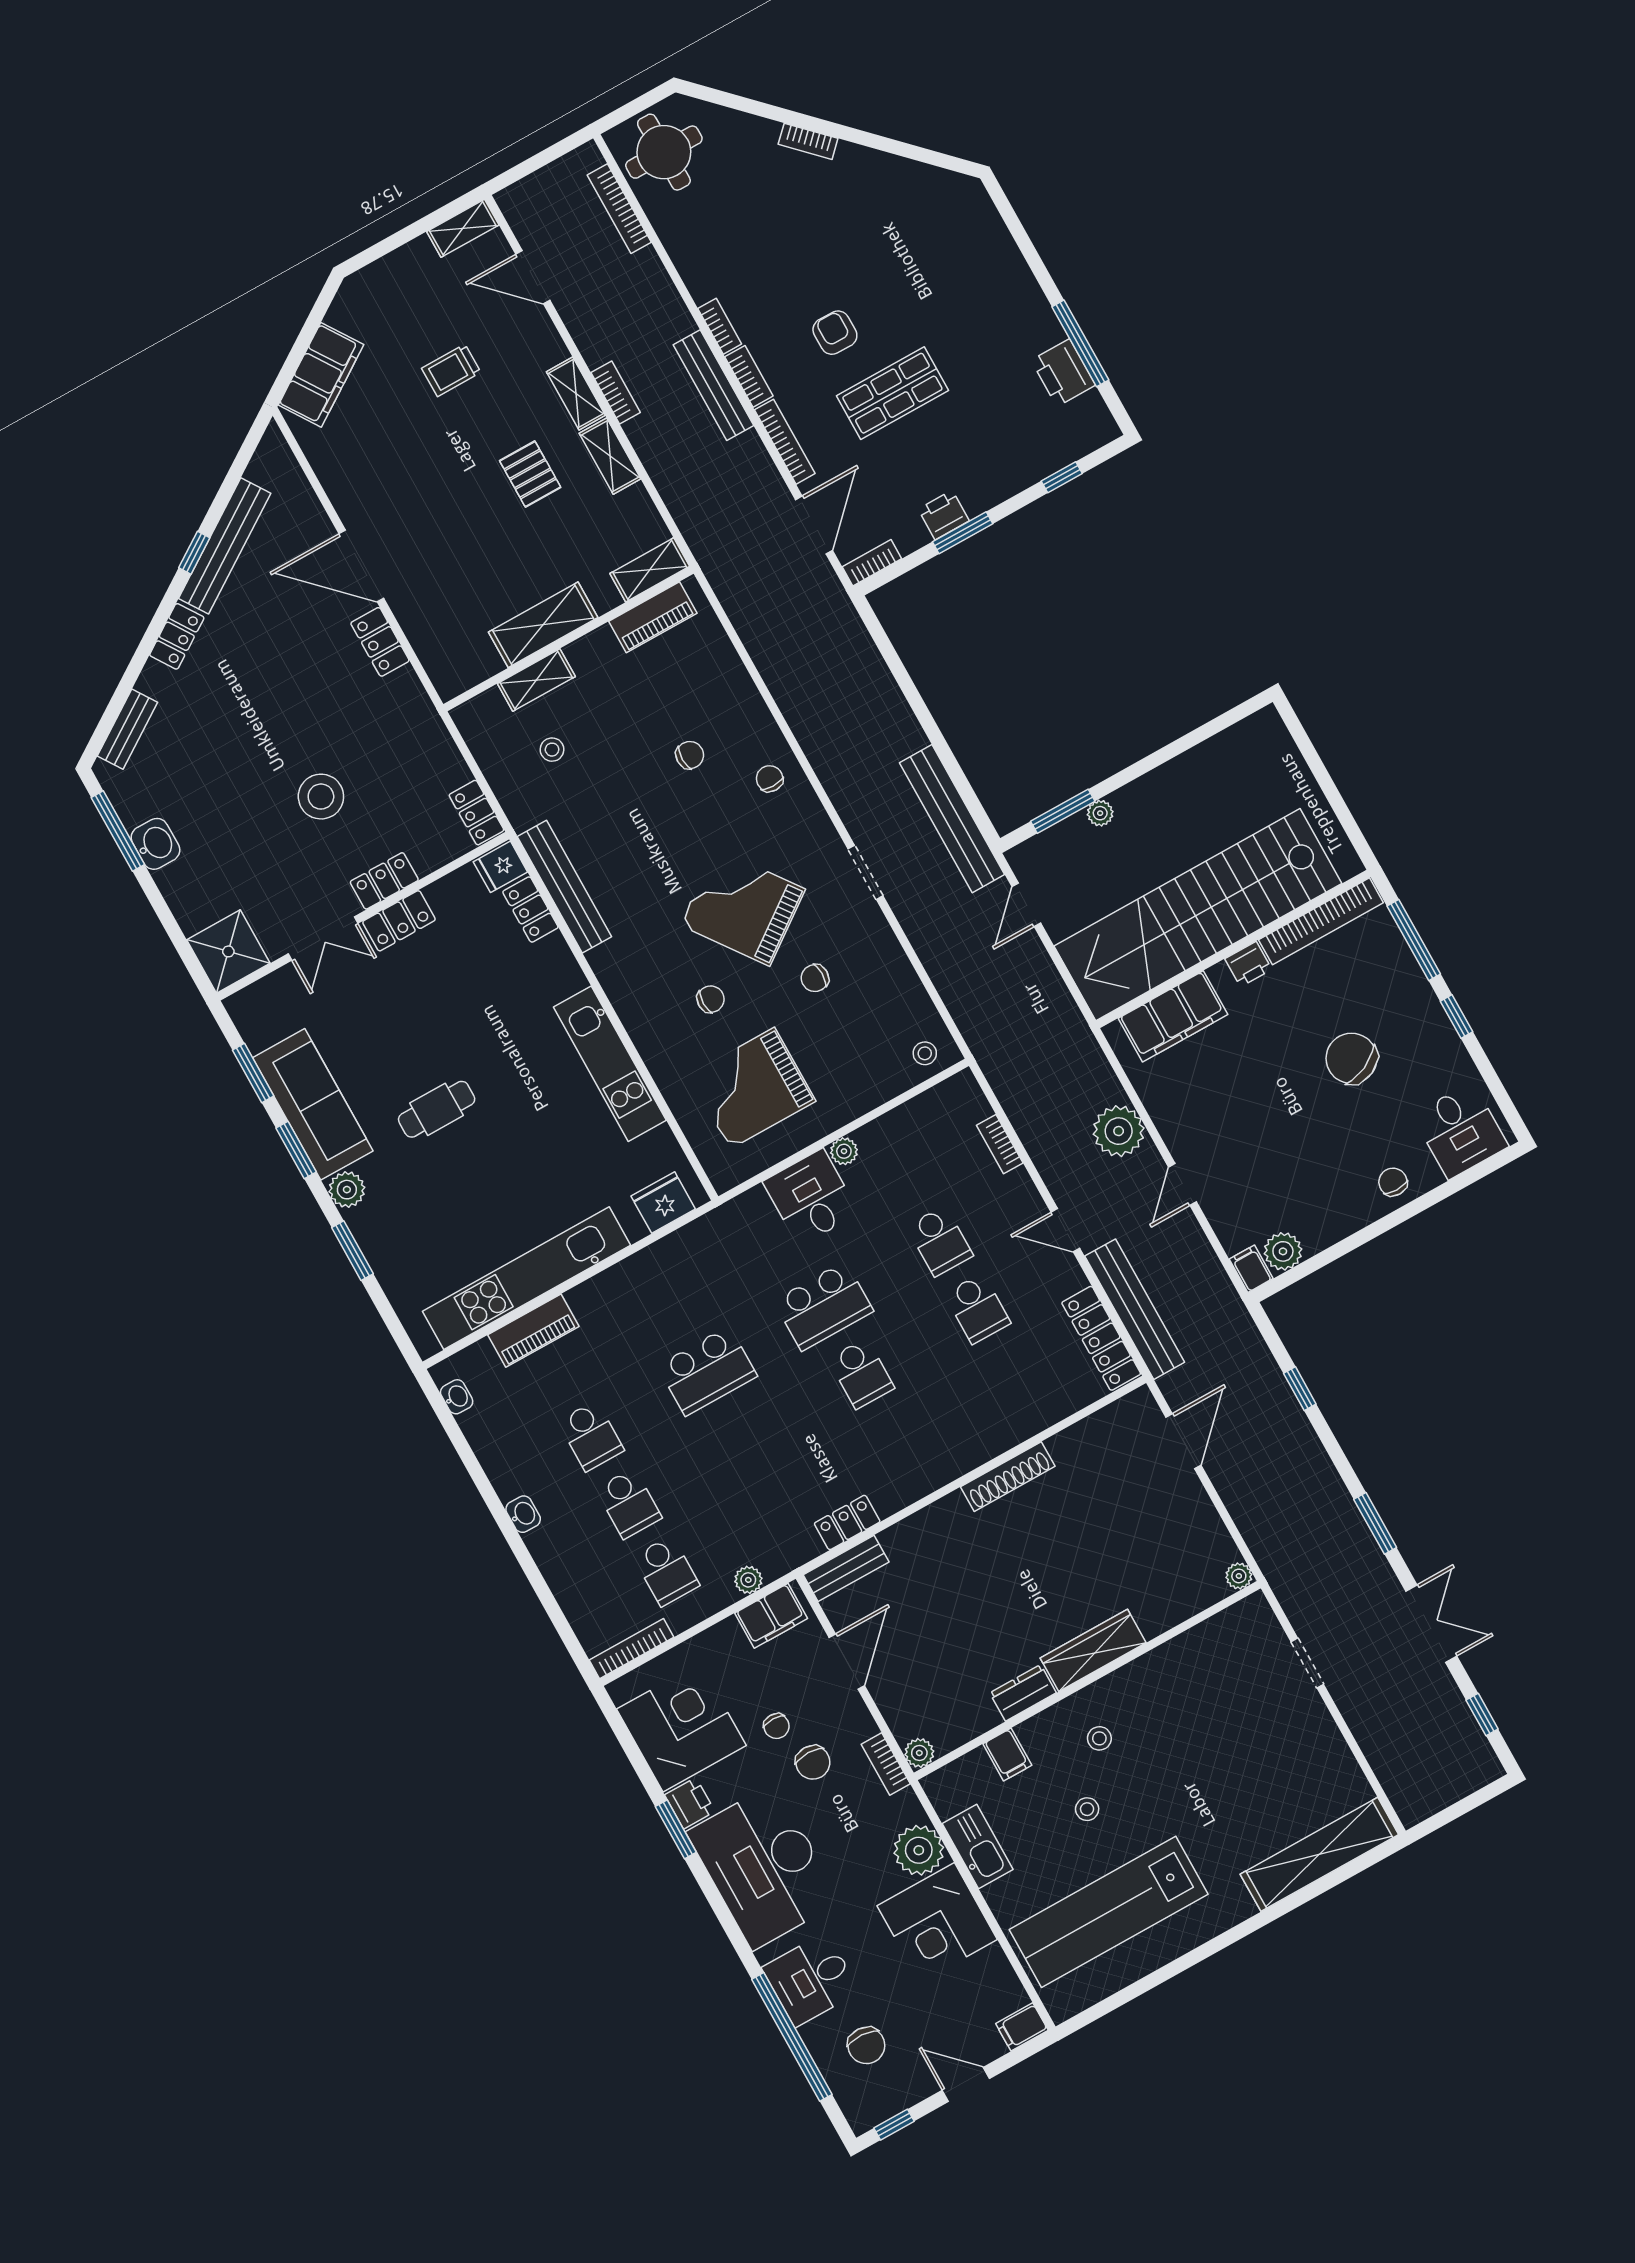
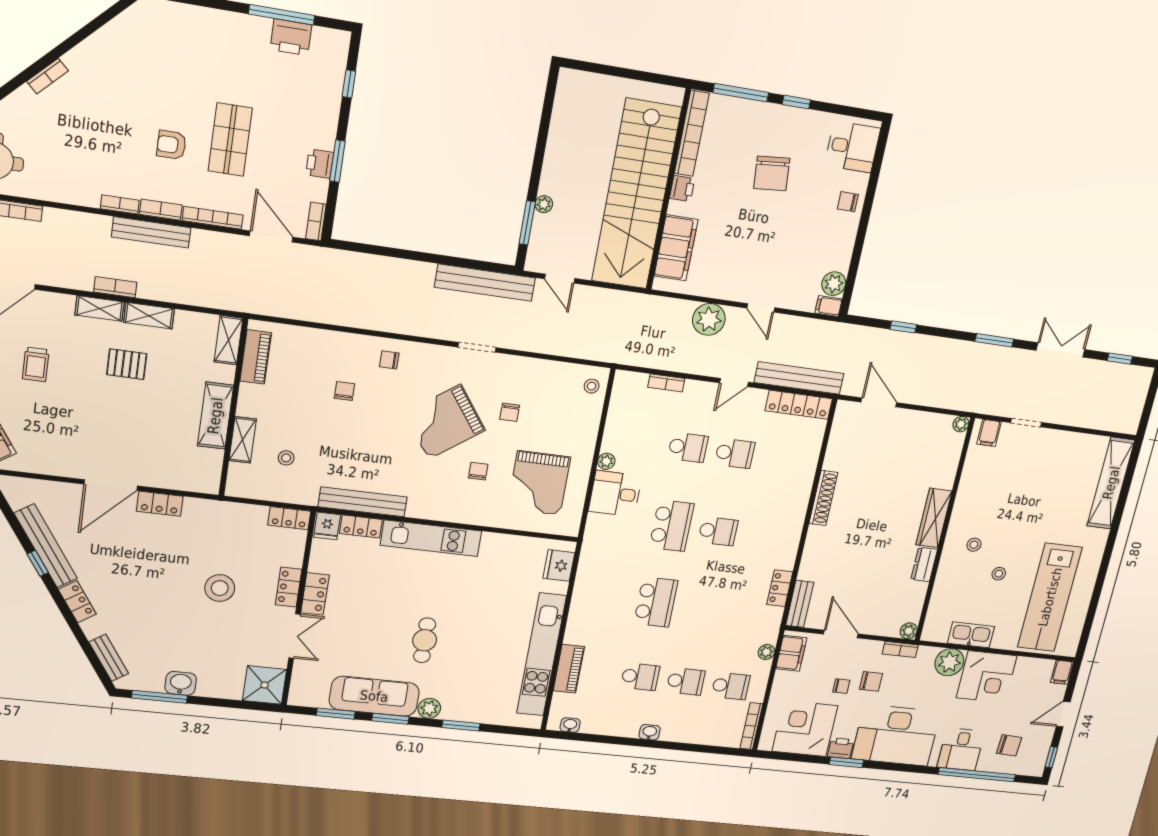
chair: (1351, 1058) -> (772, 173), turned -70
kitchen unit: (610, 1064) -> (431, 538), moved
filing cabinet: (1007, 1755) -> (989, 433), moved, turned 90

